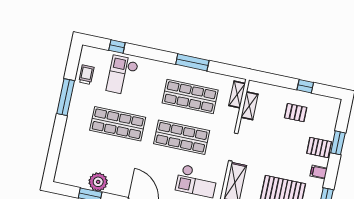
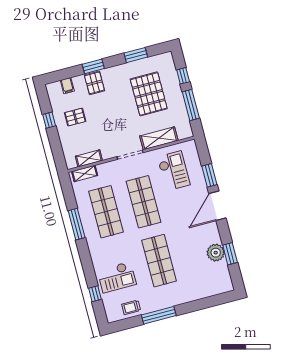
pallet: (296, 113) -> (75, 117), turned 90
window: (338, 143) -> (93, 66), moved
filing cabinet: (319, 172) -> (67, 86), moved

